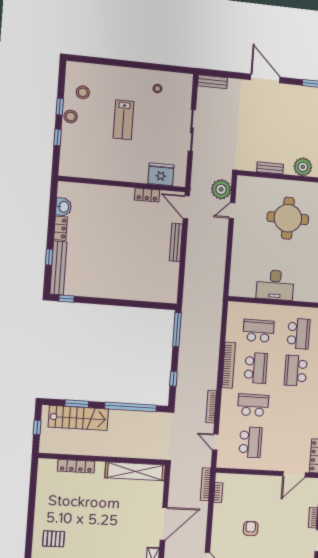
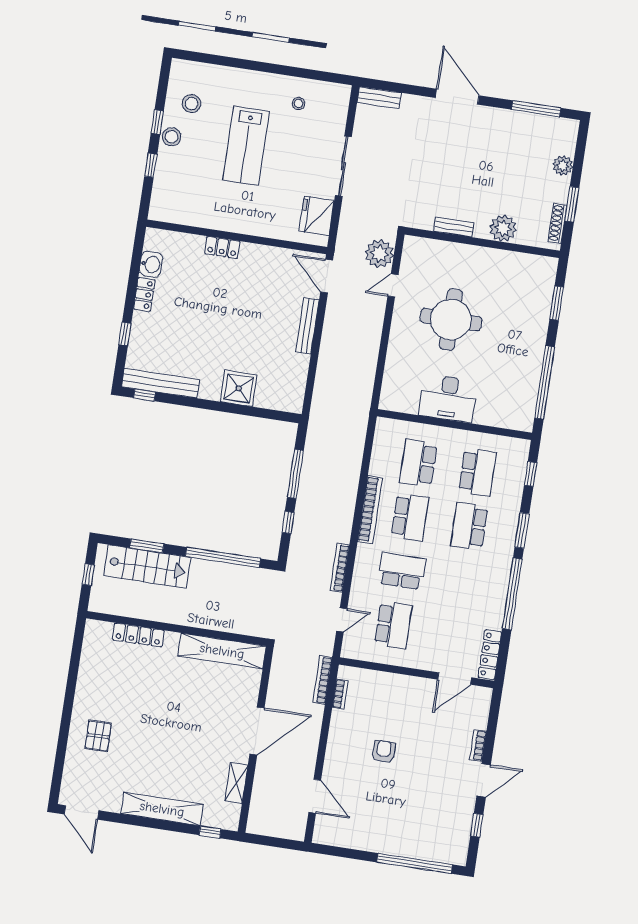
lab bench: (123, 120) -> (246, 146), width x1.36, depth x1.39
fridge: (161, 174) -> (317, 216), moved, turned -90
locker: (147, 195) -> (222, 247), moved
round table: (288, 218) -> (451, 320), moved
bench: (58, 268) -> (161, 383), moved, turned 90
shower: (132, 289) -> (239, 388), added
window: (177, 330) -> (295, 474), moved
school desk: (258, 331) -> (418, 463), turned -90
door: (215, 442) -> (342, 620), swing flipped
pallet: (54, 539) -> (98, 736), turned 90

